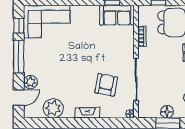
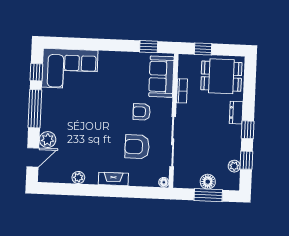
sofa: (117, 15) -> (161, 77), moved, turned 90
armchair: (109, 55) -> (142, 112), added
armchair: (106, 85) -> (137, 147), turned -101
plant: (53, 108) -> (78, 178), width x0.53, depth x0.53

